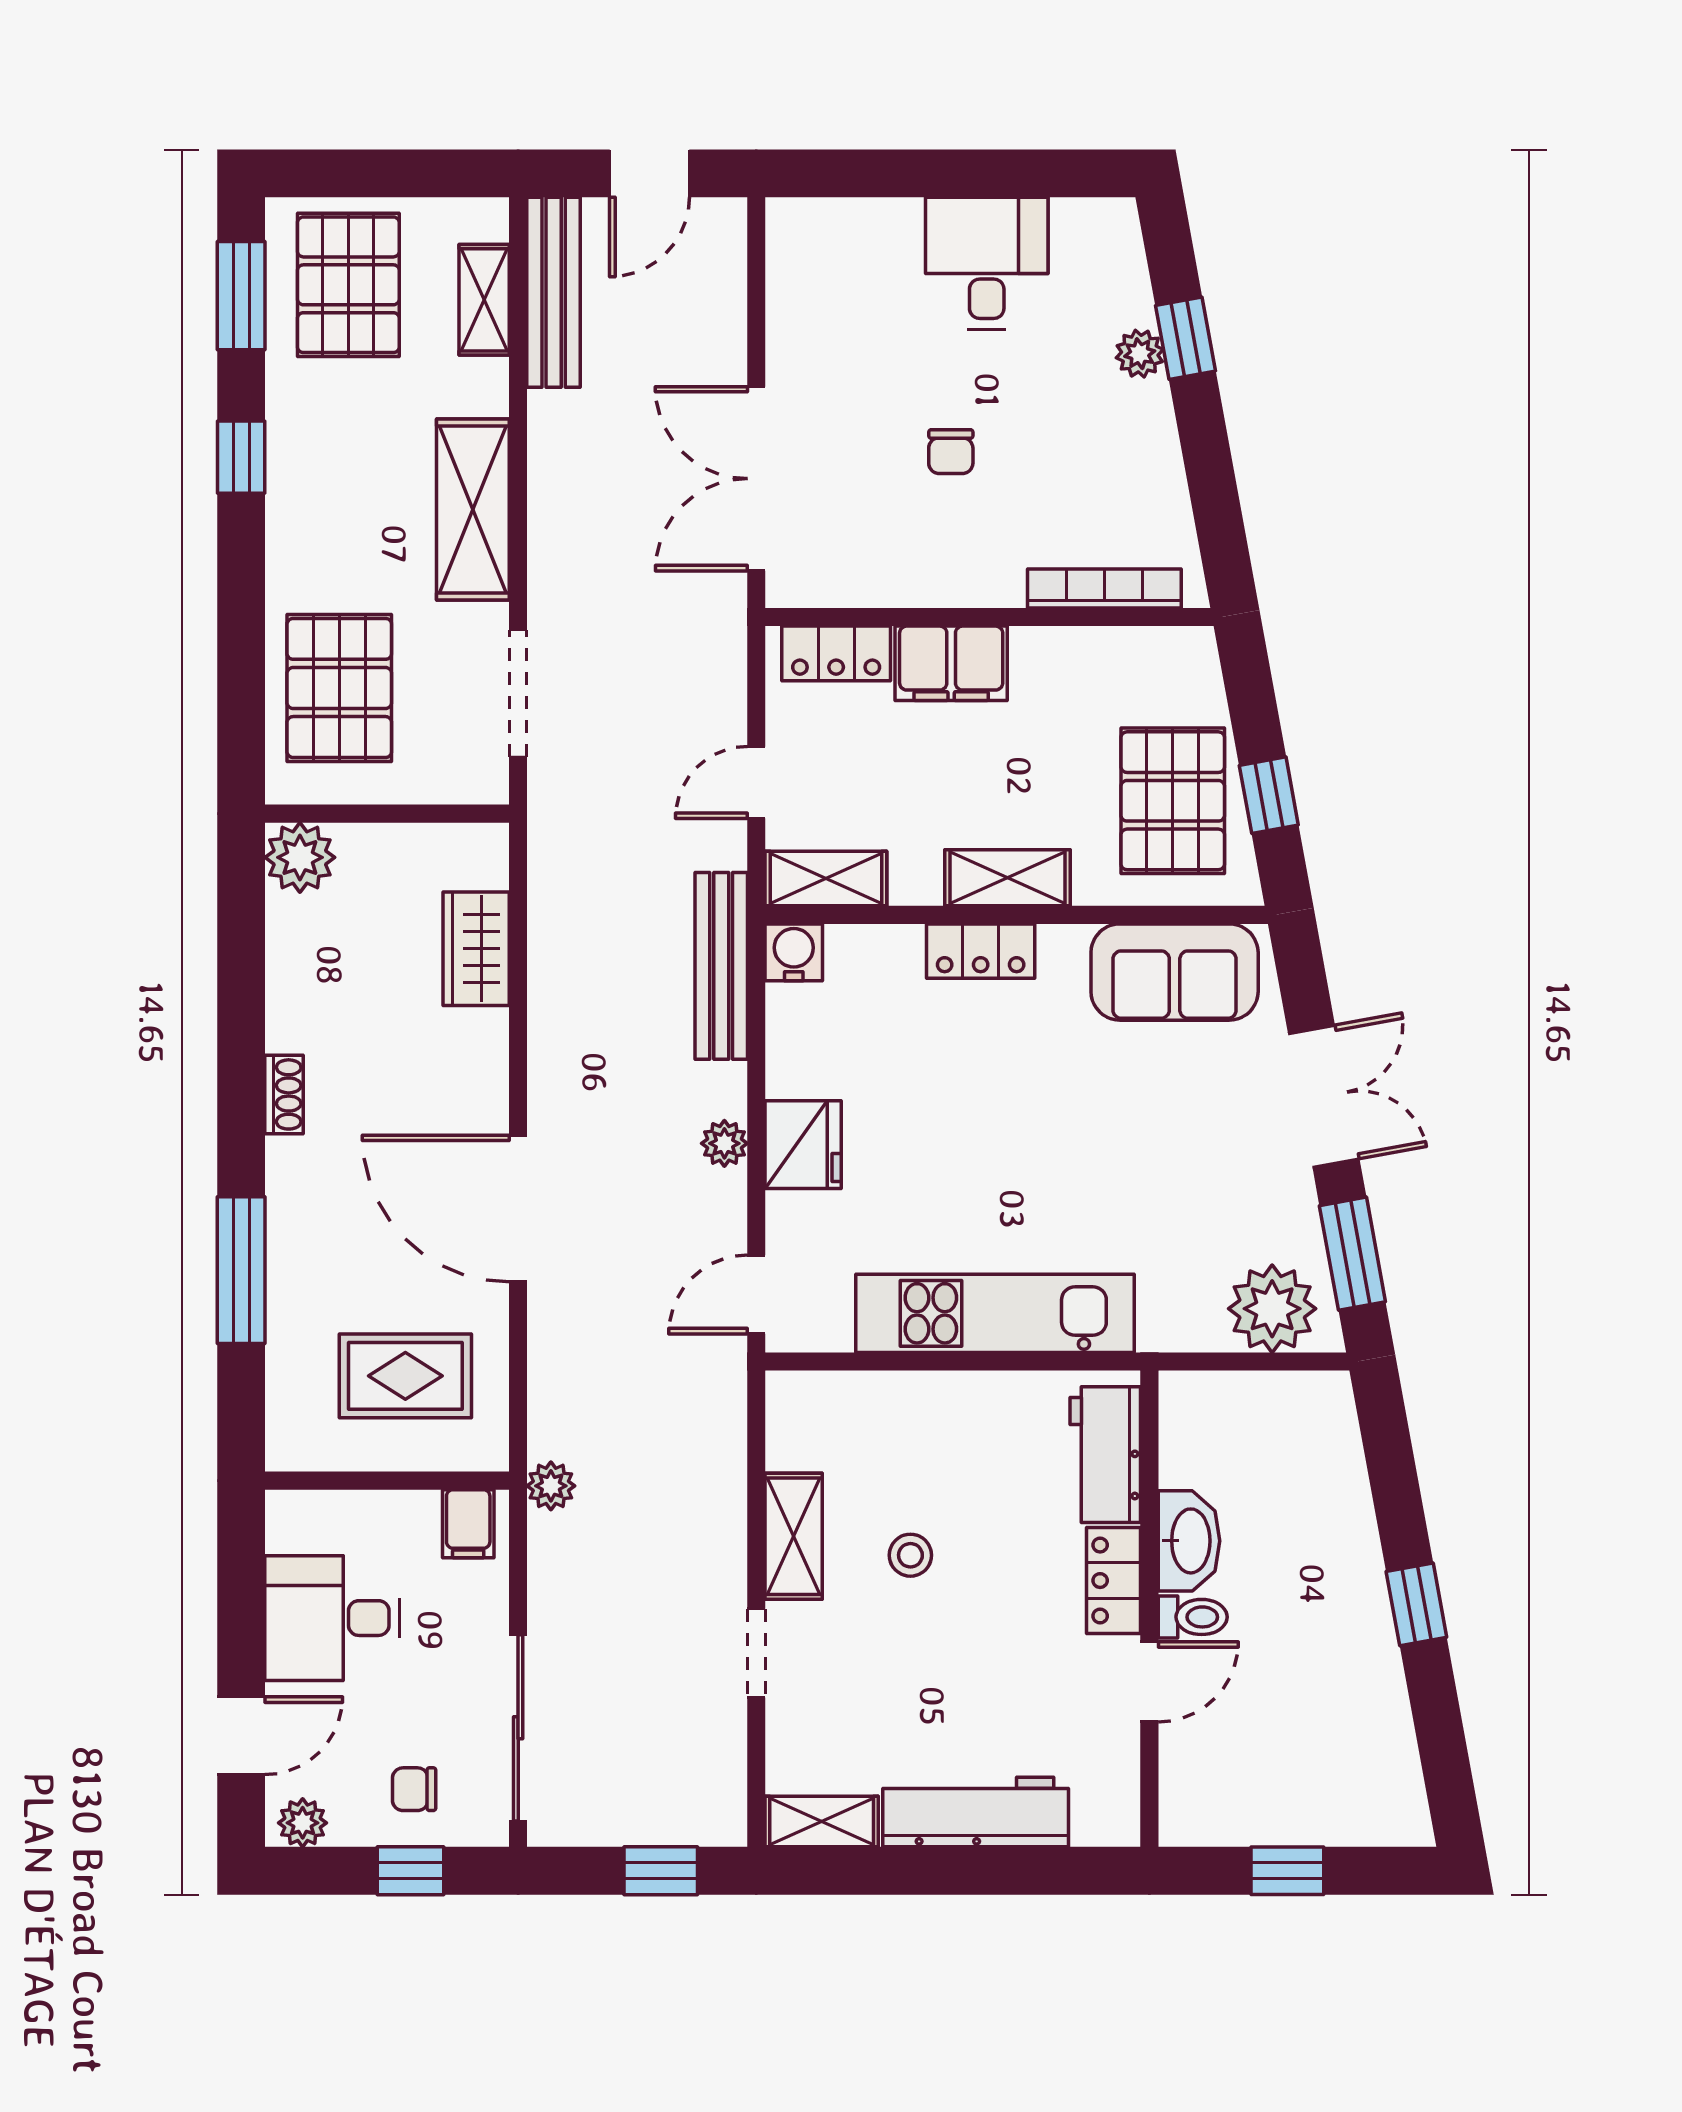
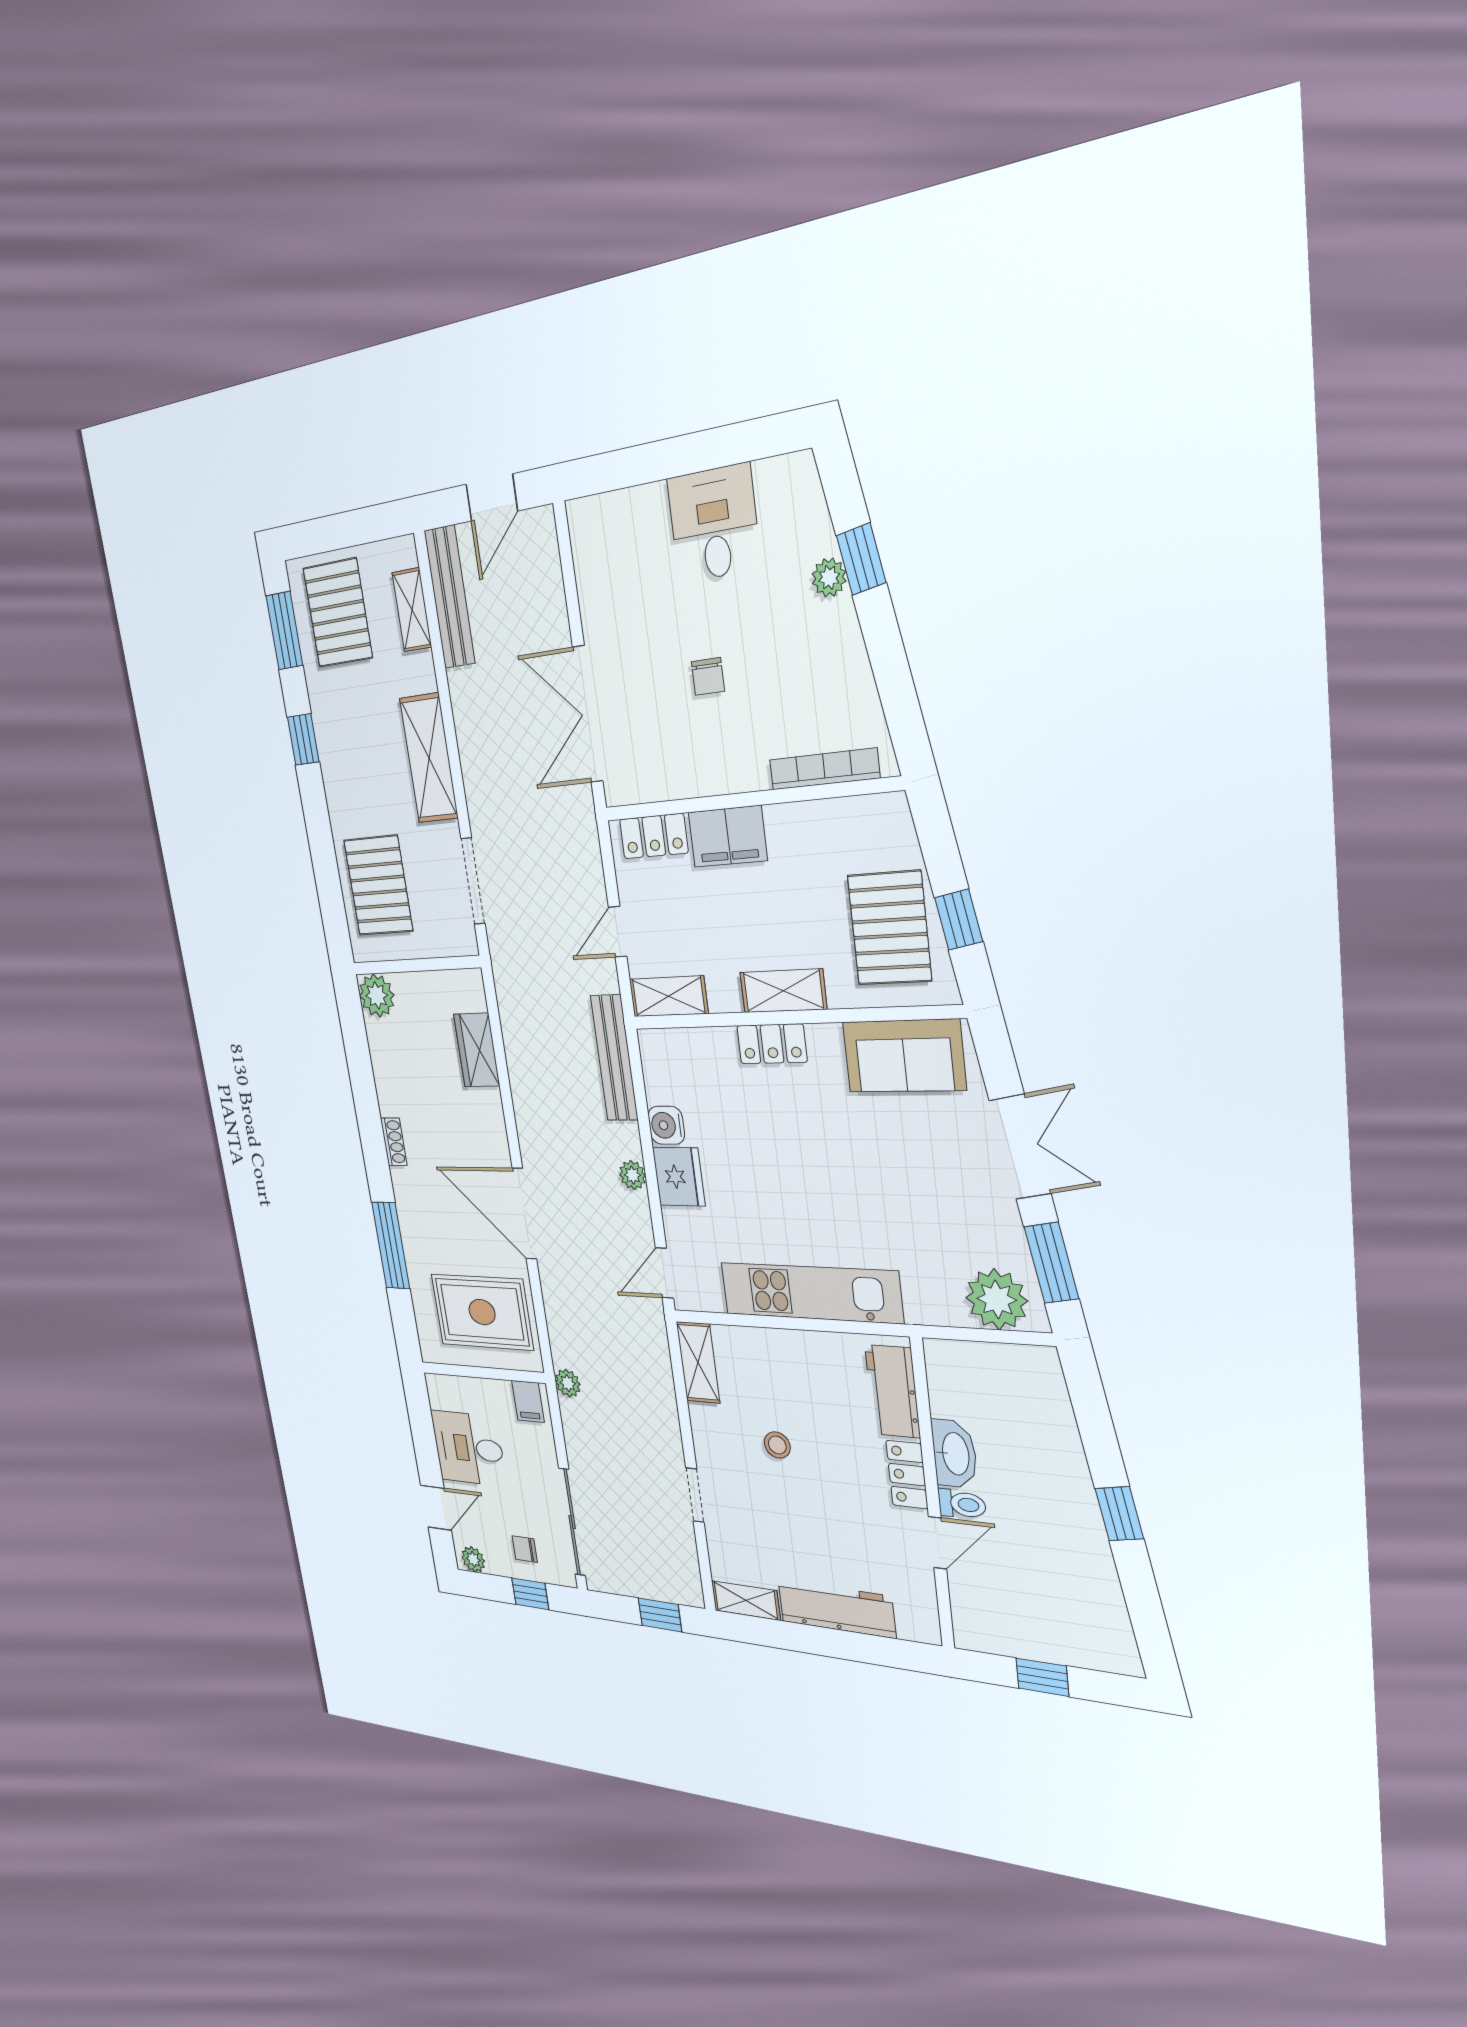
water cooler: (794, 952) -> (666, 1125), moved, turned -90
rug: (405, 1376) -> (482, 1312), width x1.36, depth x1.43
shelving: (794, 1536) -> (698, 1362), moved

